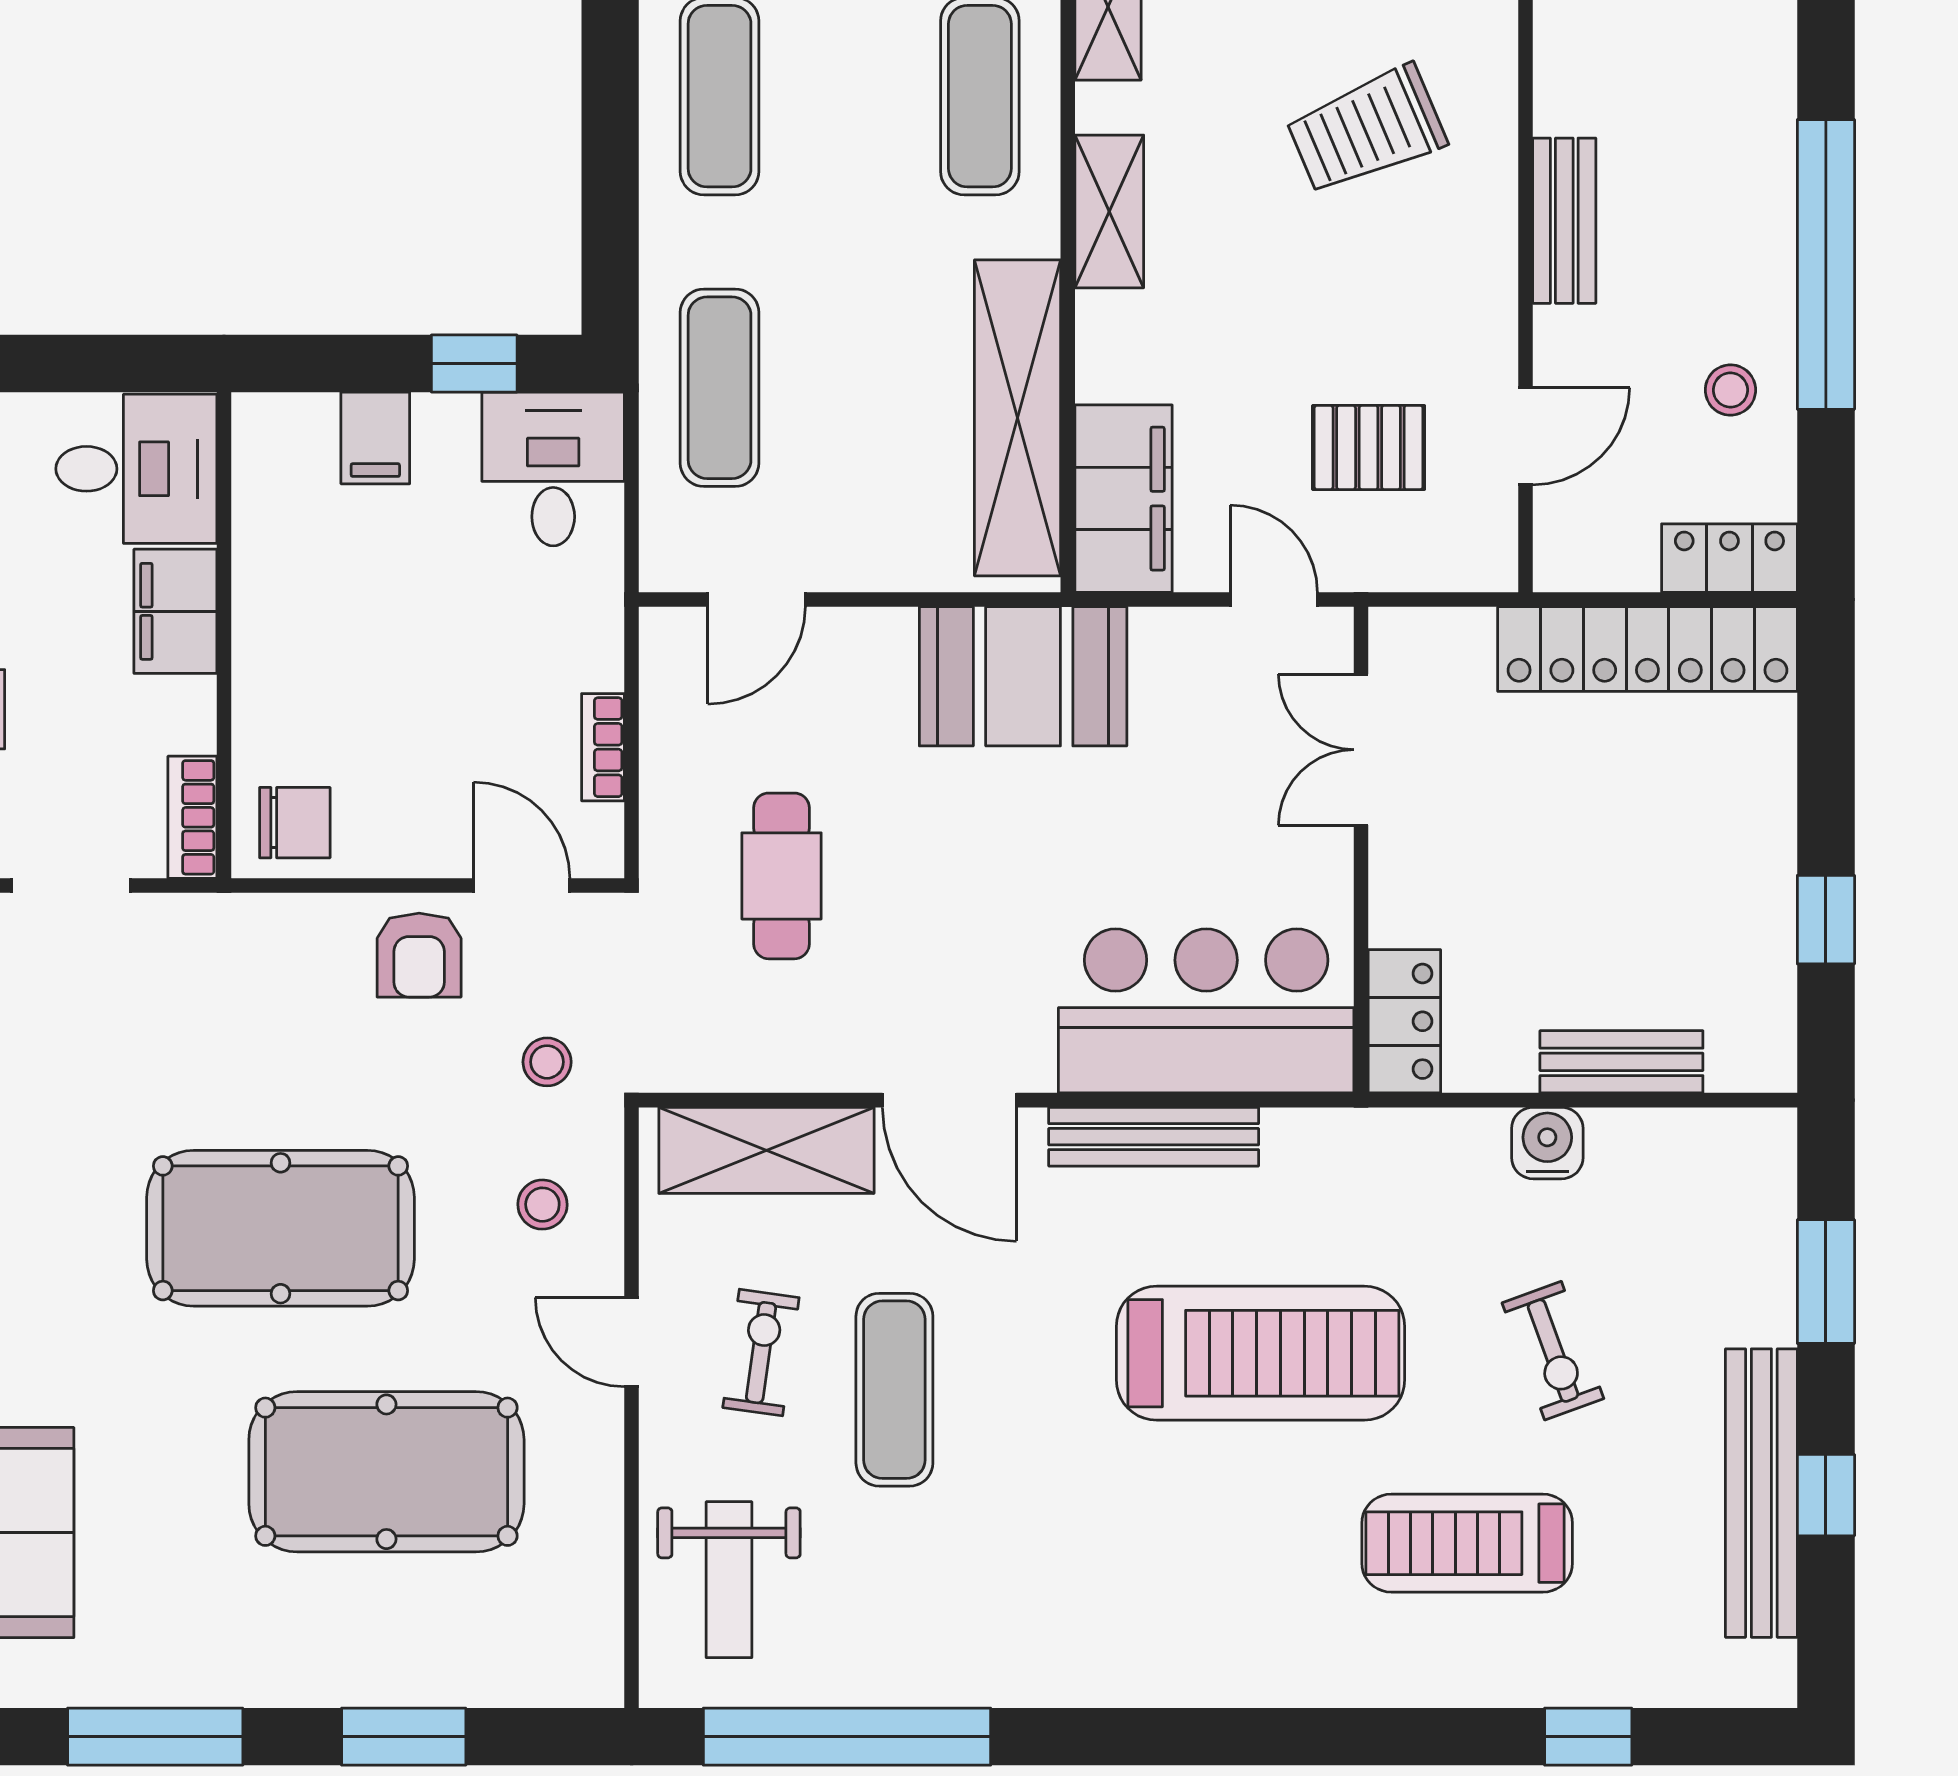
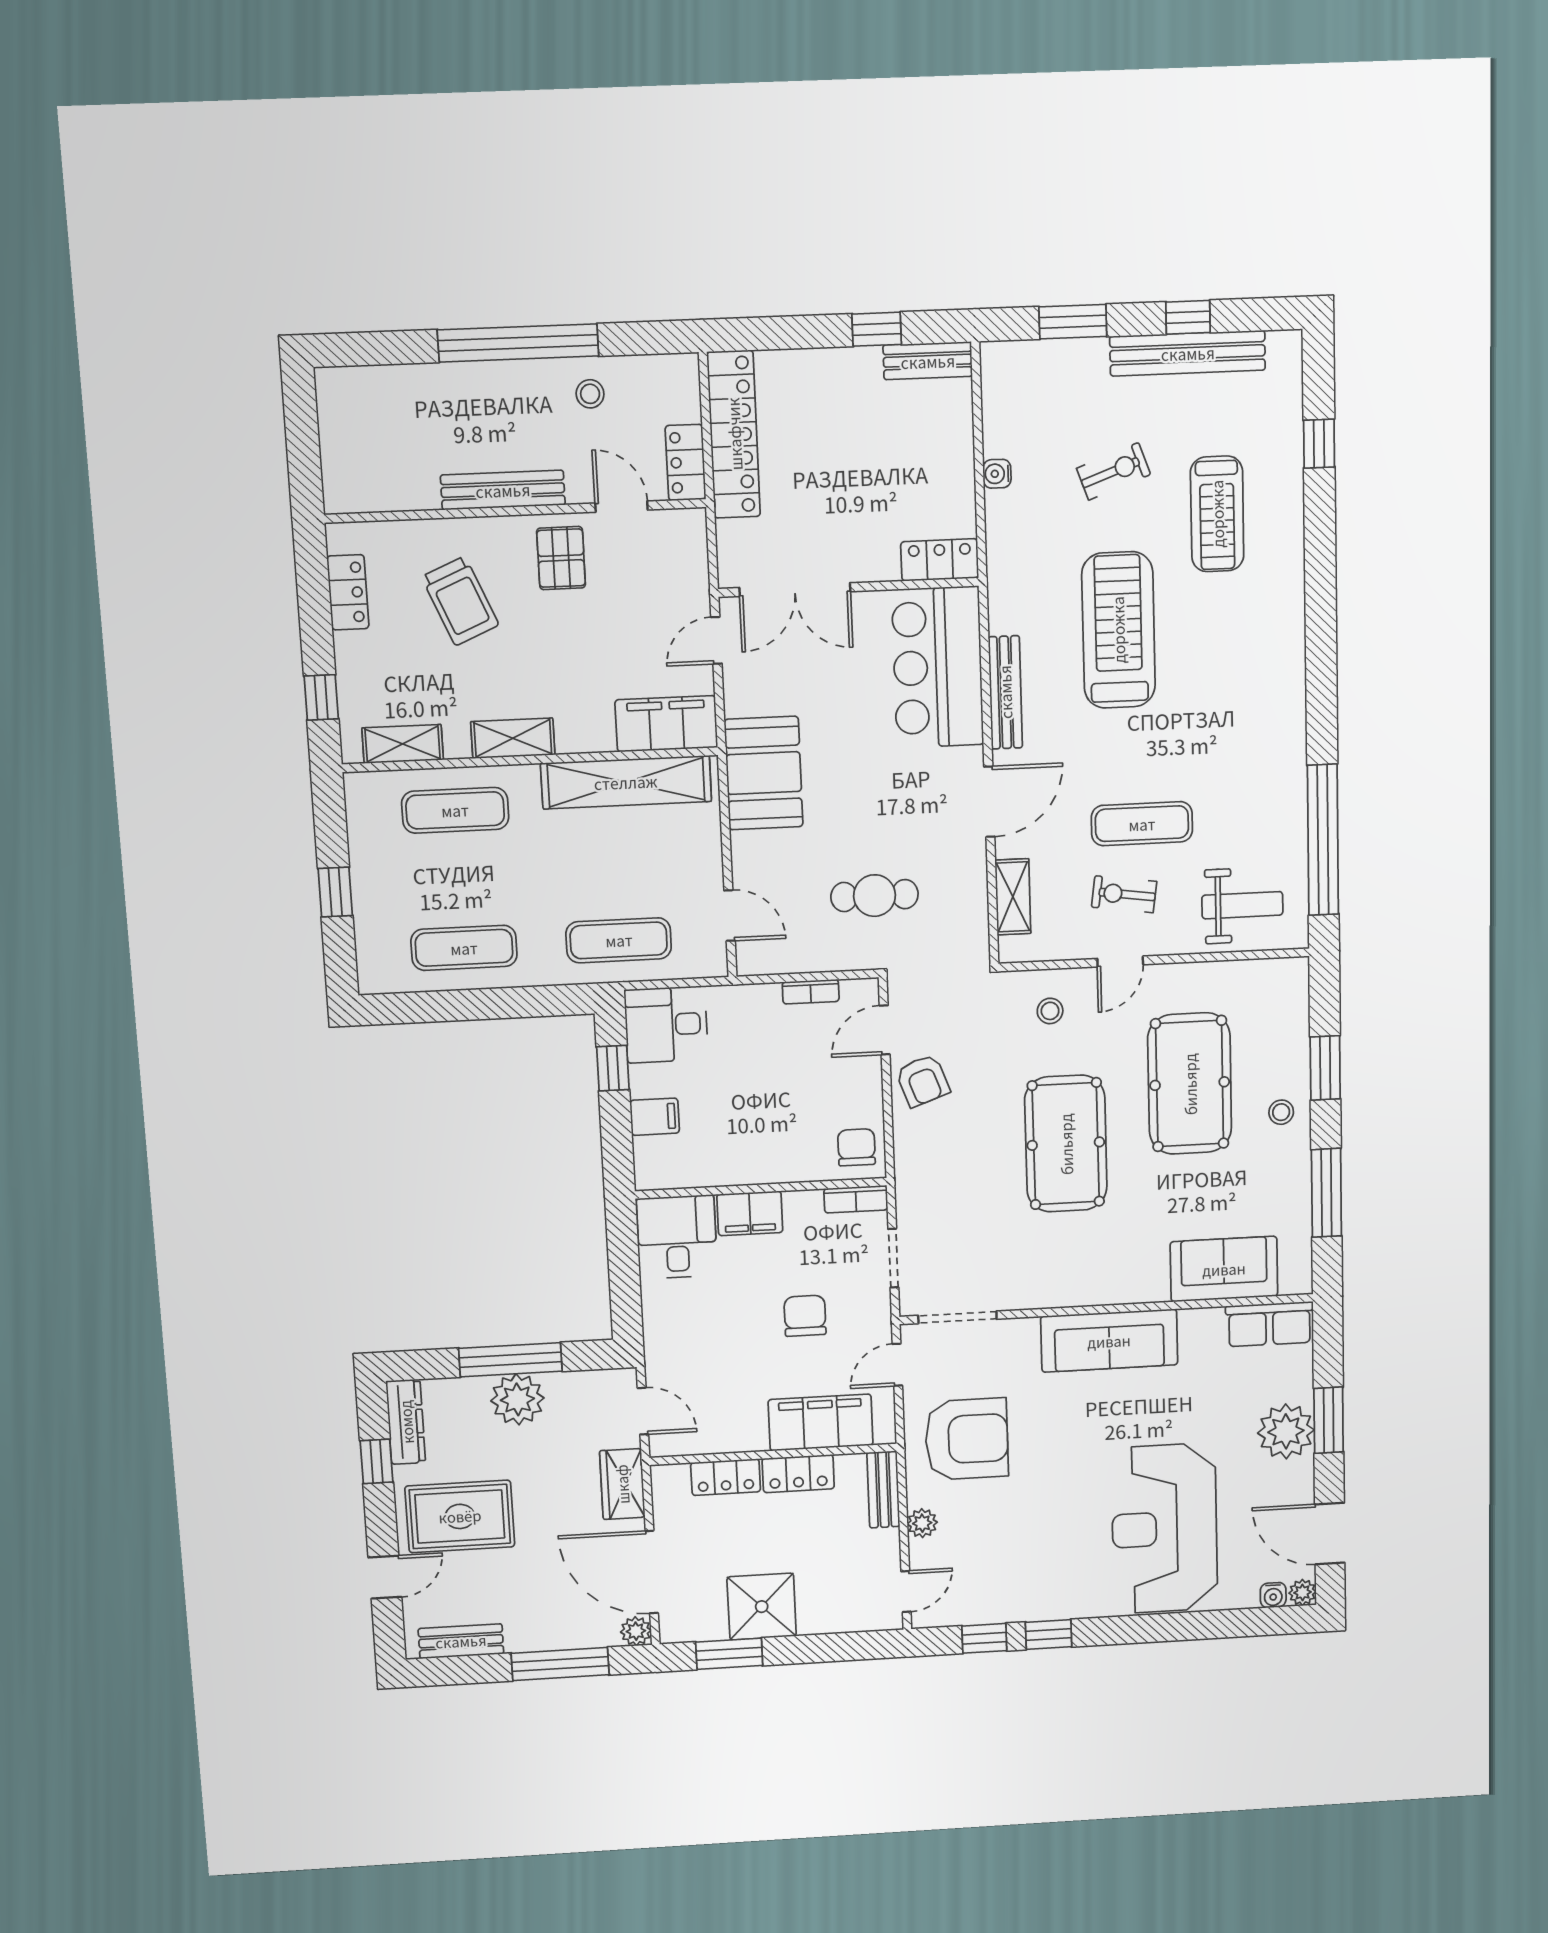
bench: (1564, 221) -> (503, 490), width x1.36
pallet: (1369, 447) -> (561, 558), moved
locker: (1729, 558) -> (685, 462), moved
double door: (1361, 750) -> (795, 590), width x1.37
armchair: (419, 955) -> (923, 1081), turned 70
stool: (547, 1062) -> (1281, 1112), moved
bench: (1621, 1062) -> (928, 361), moved, turned 90
water cooler: (1547, 1143) -> (997, 474), width x0.72, depth x0.72
shelving: (766, 1150) -> (1013, 897), width x0.67, depth x0.75

